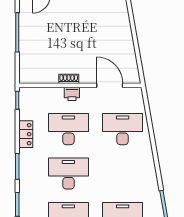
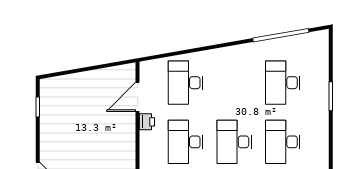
shoe rack: (69, 79) -> (130, 142), removed
printer: (72, 94) -> (147, 122), moved

